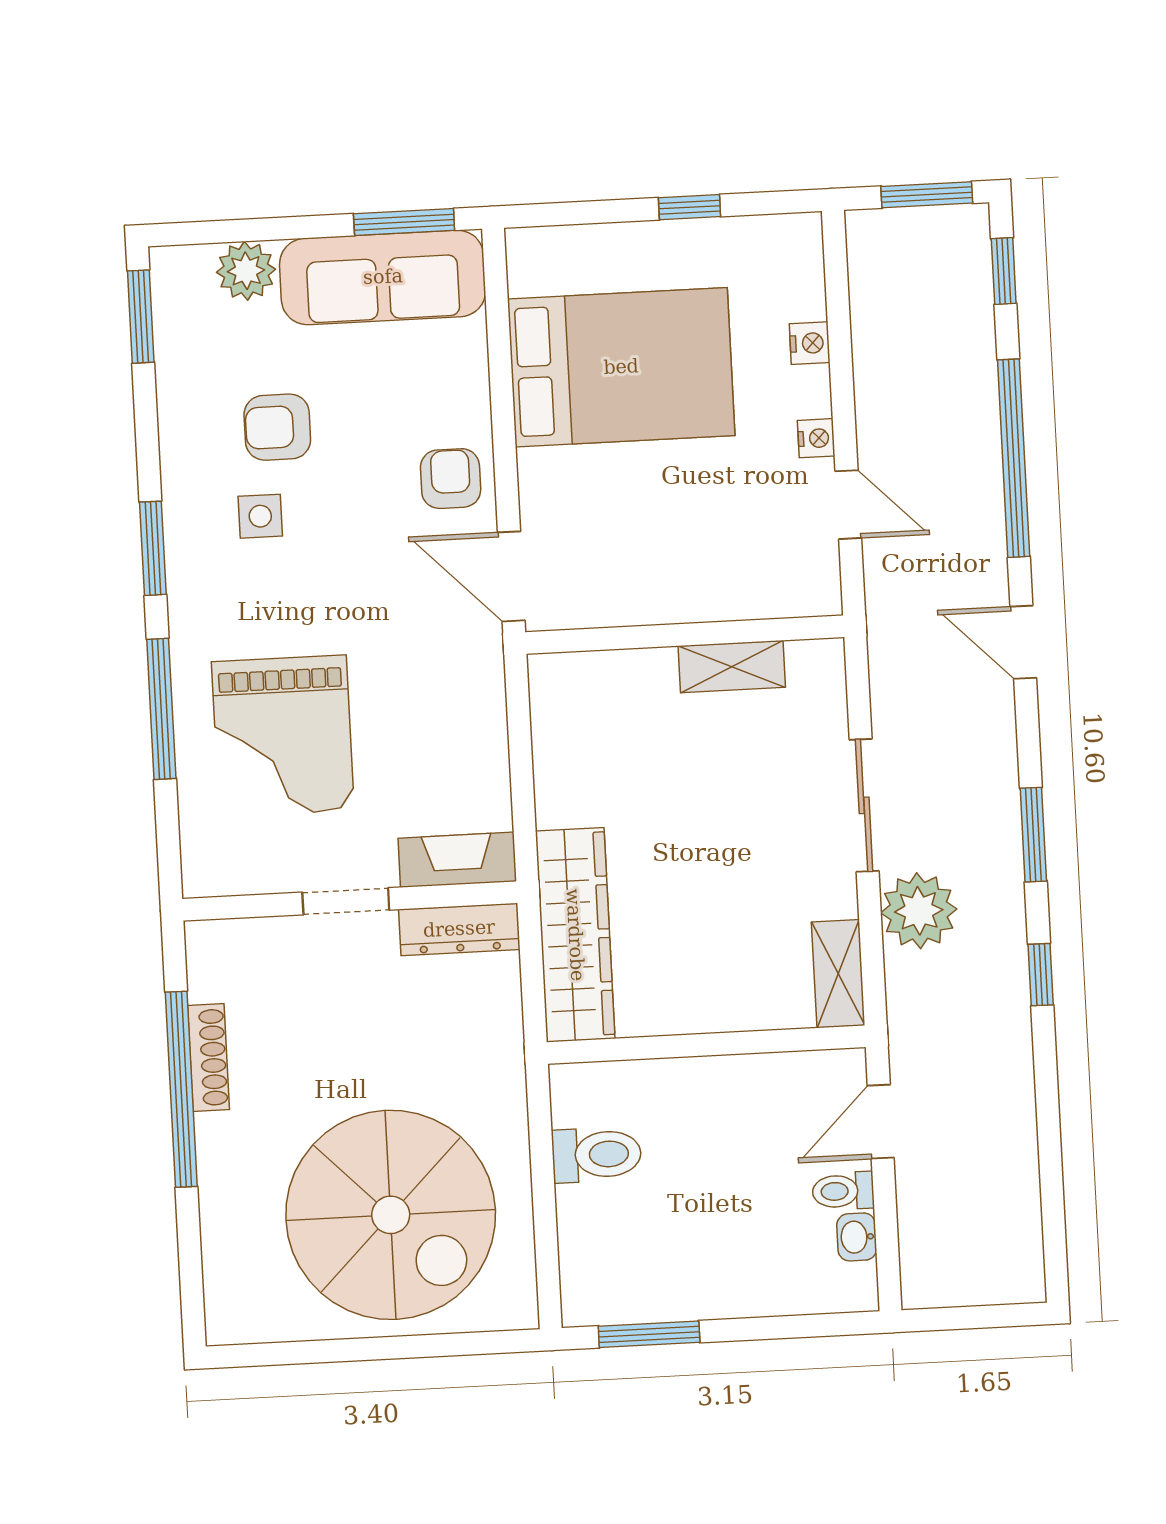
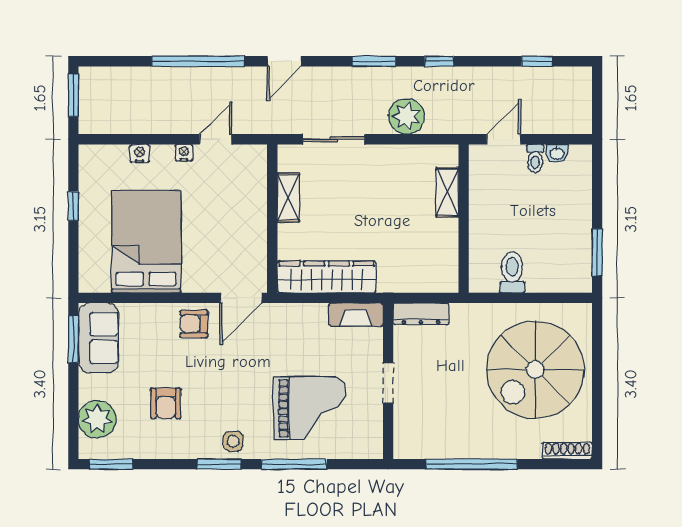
plant: (246, 271) -> (97, 419), width x1.36, depth x1.36
window: (1004, 271) -> (537, 61), moved
sofa: (383, 277) -> (99, 338), width x0.73
side table: (260, 516) -> (233, 441), moved
sliding door: (864, 805) -> (334, 139), moved
fireplace: (457, 860) -> (356, 315), moved, turned -90
dresser: (459, 929) -> (421, 314), moved, turned 90
wardrobe: (575, 935) -> (327, 277), moved
shelving: (838, 974) -> (447, 192), moved, turned 90
shoe rack: (209, 1058) -> (567, 451), moved
door: (881, 1122) -> (504, 139), swing flipped
spiral stairs: (391, 1215) -> (535, 370), turned 180

